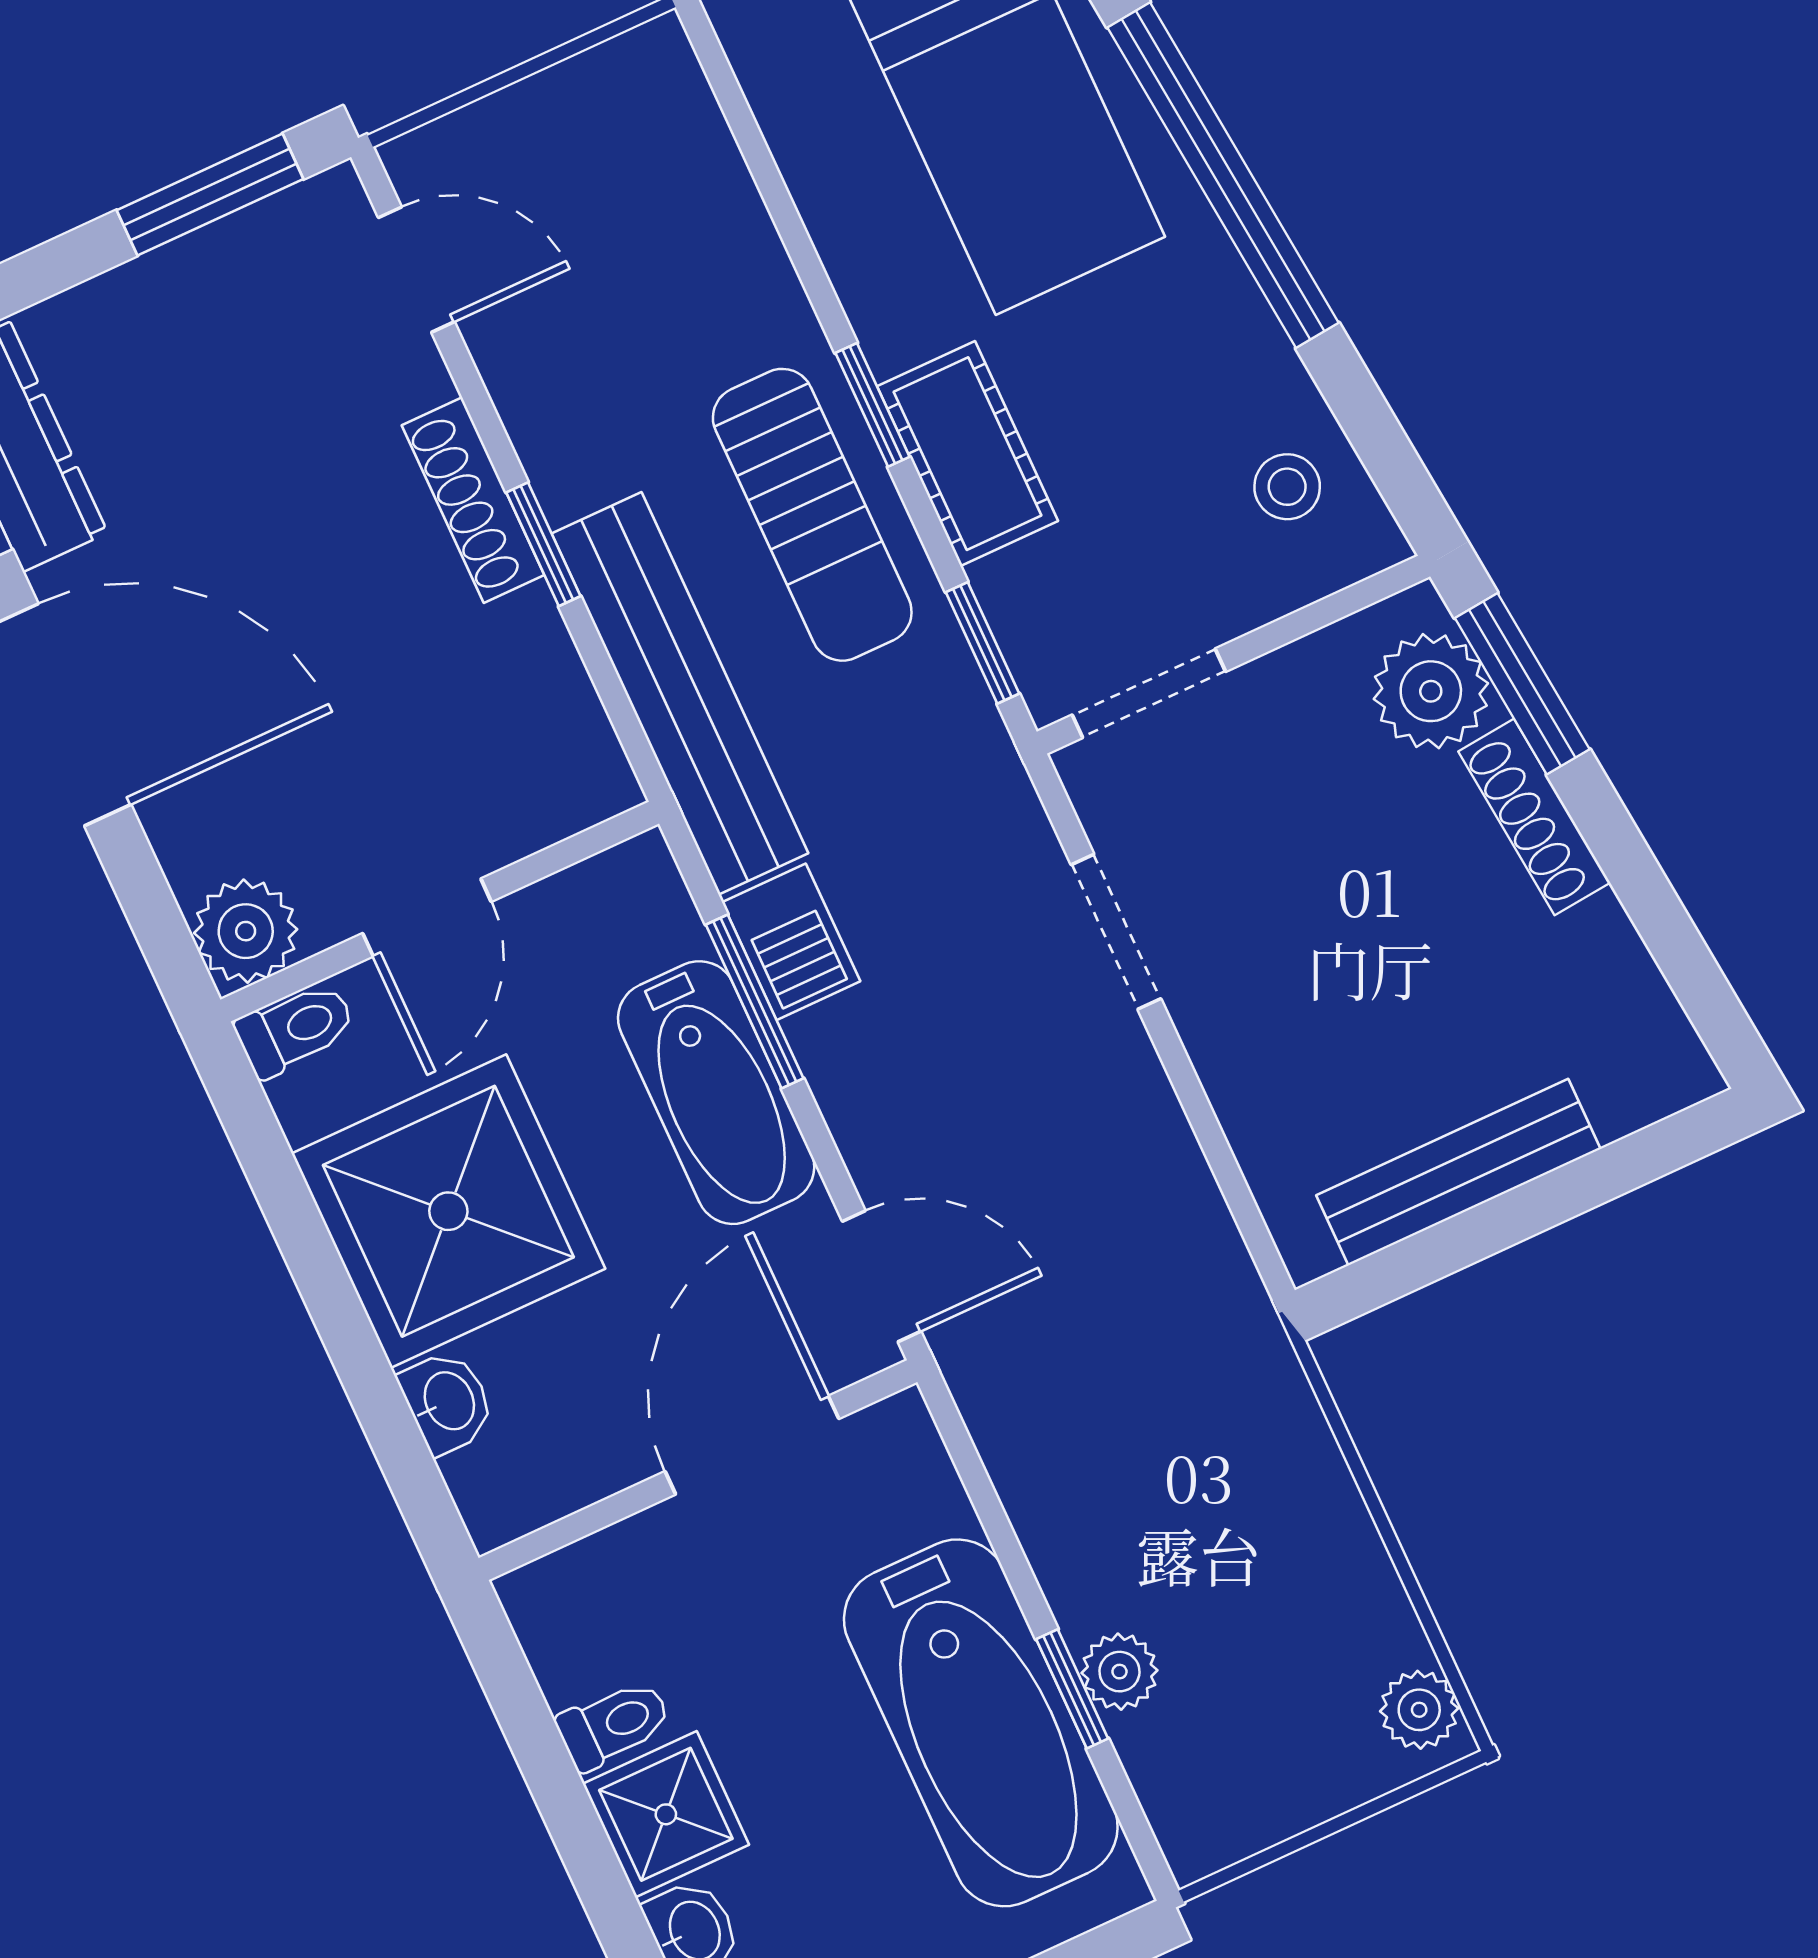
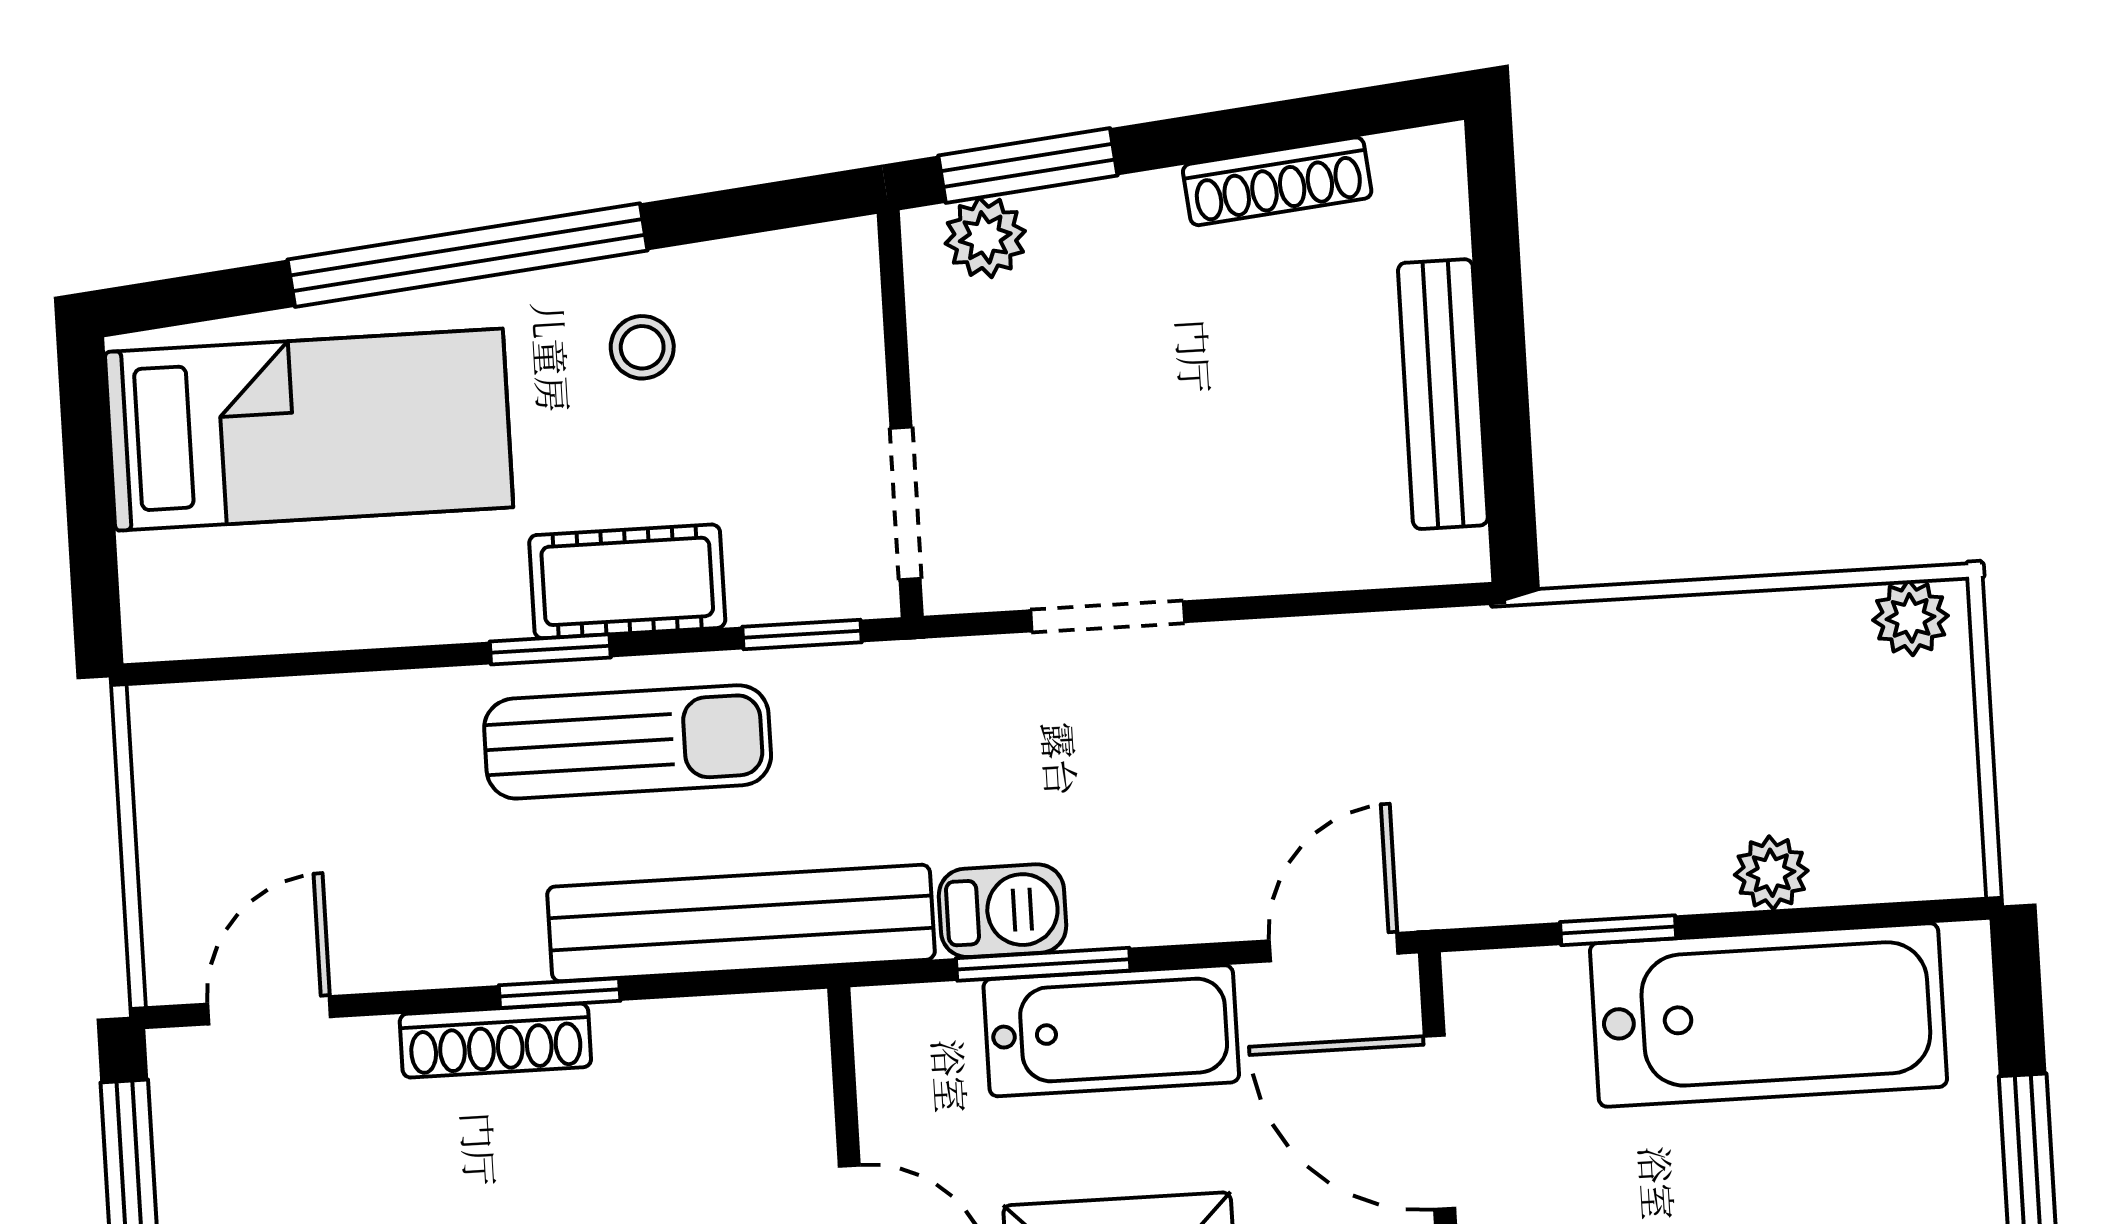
stool: (1287, 487) -> (642, 347), moved
plant: (1431, 691) -> (985, 237), width x0.73, depth x0.73
shoe rack: (1534, 817) -> (1277, 181), moved
window: (1072, 1689) -> (1618, 930), moved

